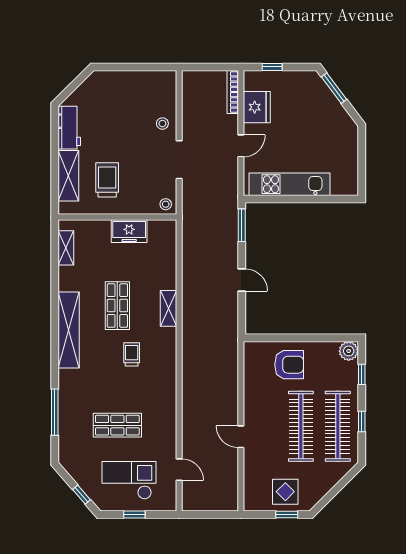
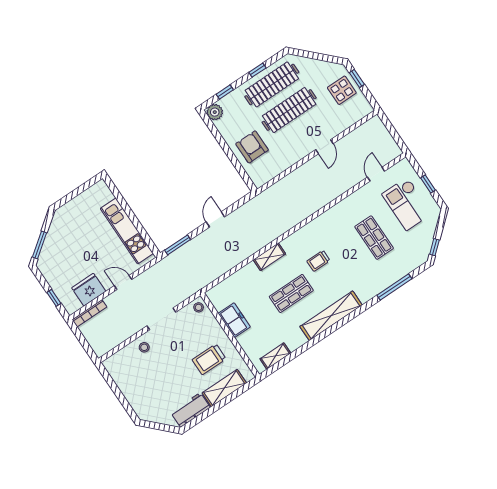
window: (81, 495) -> (434, 247), moved

